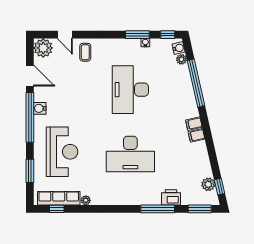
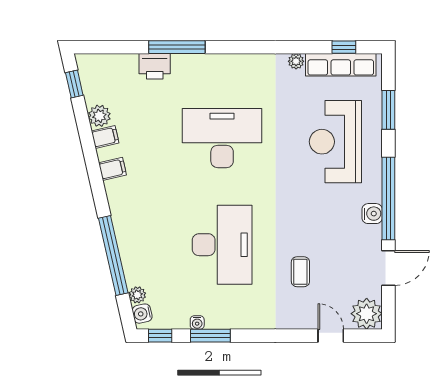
coffee table: (85, 52) -> (300, 272), moved
door: (30, 76) -> (388, 268), swing flipped
filing cabinet: (194, 124) -> (105, 137), moved
plant: (208, 184) -> (99, 116), moved
window: (200, 209) -> (107, 47), removed

